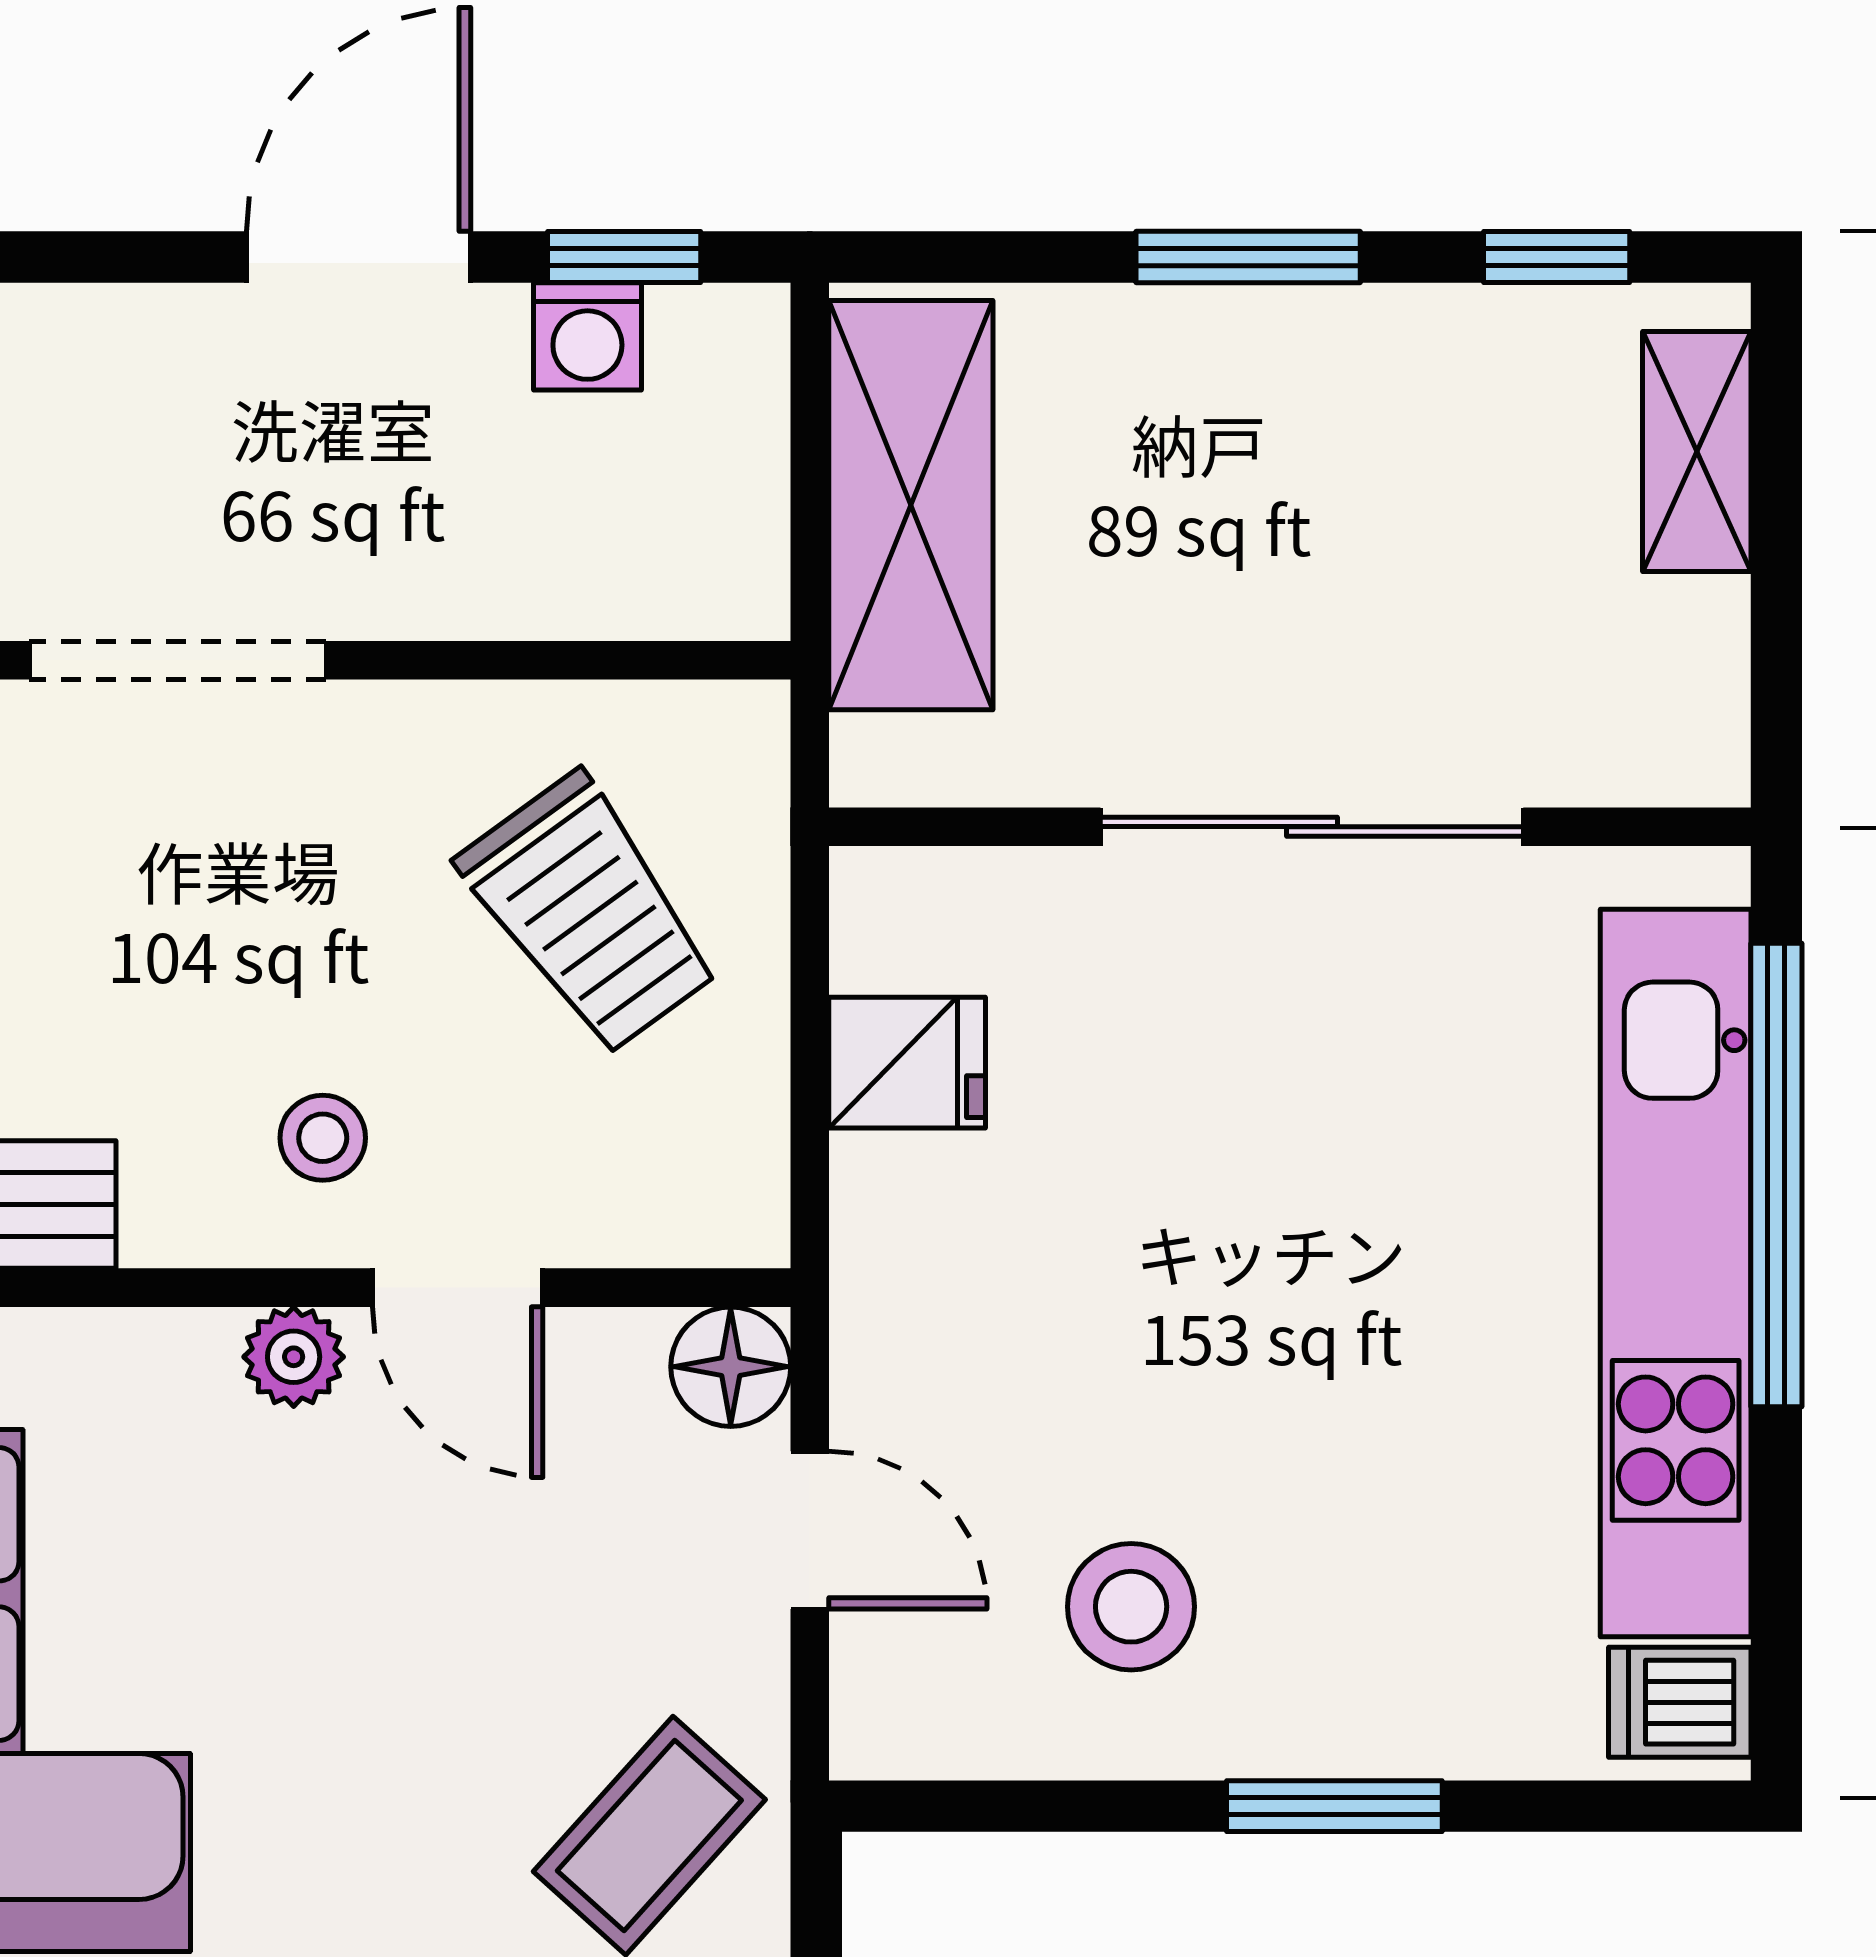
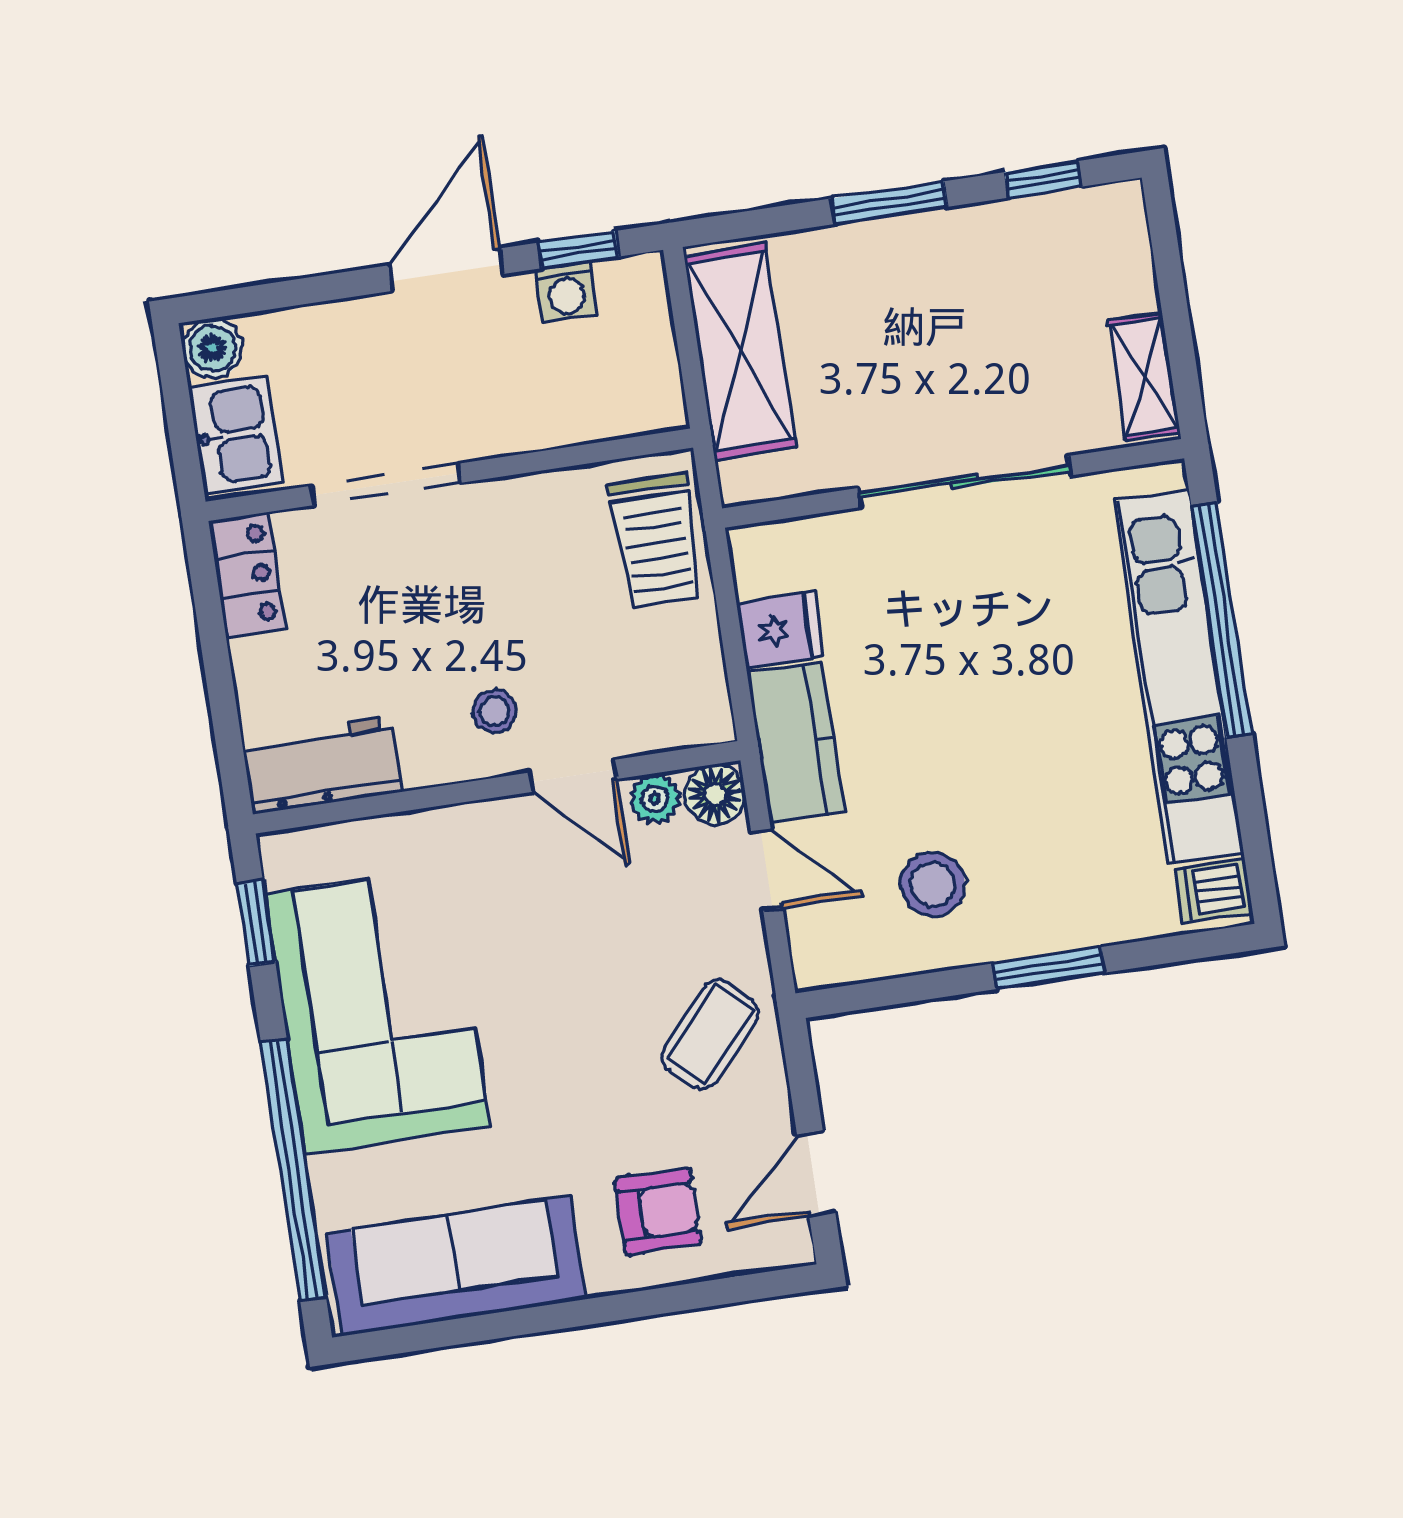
shelving: (1697, 452) -> (1144, 376), moved
trolley: (589, 914) -> (656, 541), moved, turned 36
kitchen counter: (904, 1289) -> (796, 743), added
plant: (294, 1357) -> (655, 799), moved

